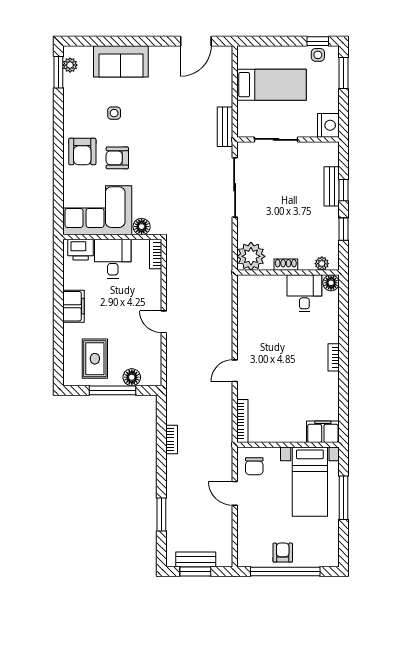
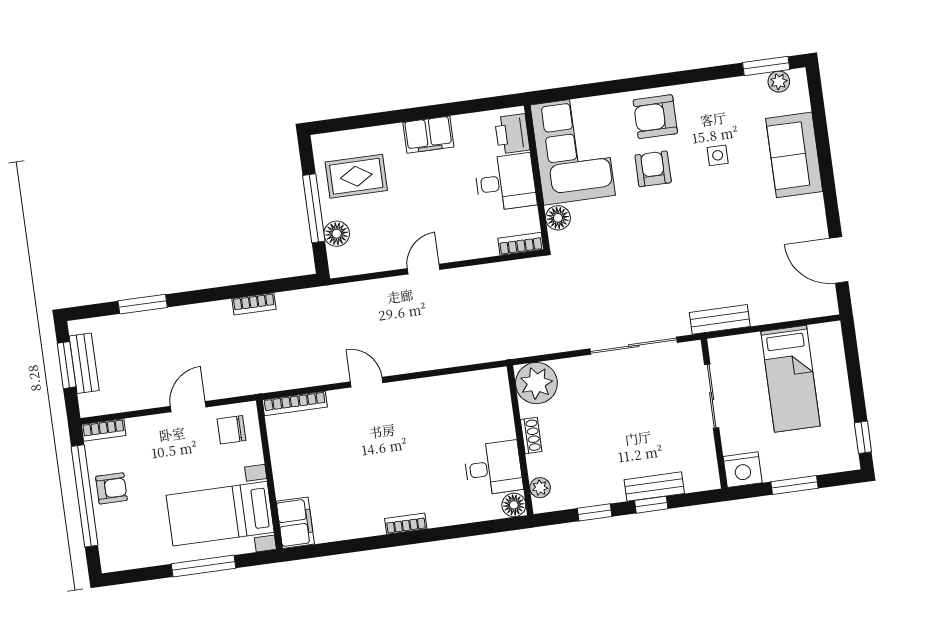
side table: (318, 55) -> (843, 440), removed
window: (344, 73) -> (794, 485), moved
bookcase: (243, 553) -> (104, 430), added

